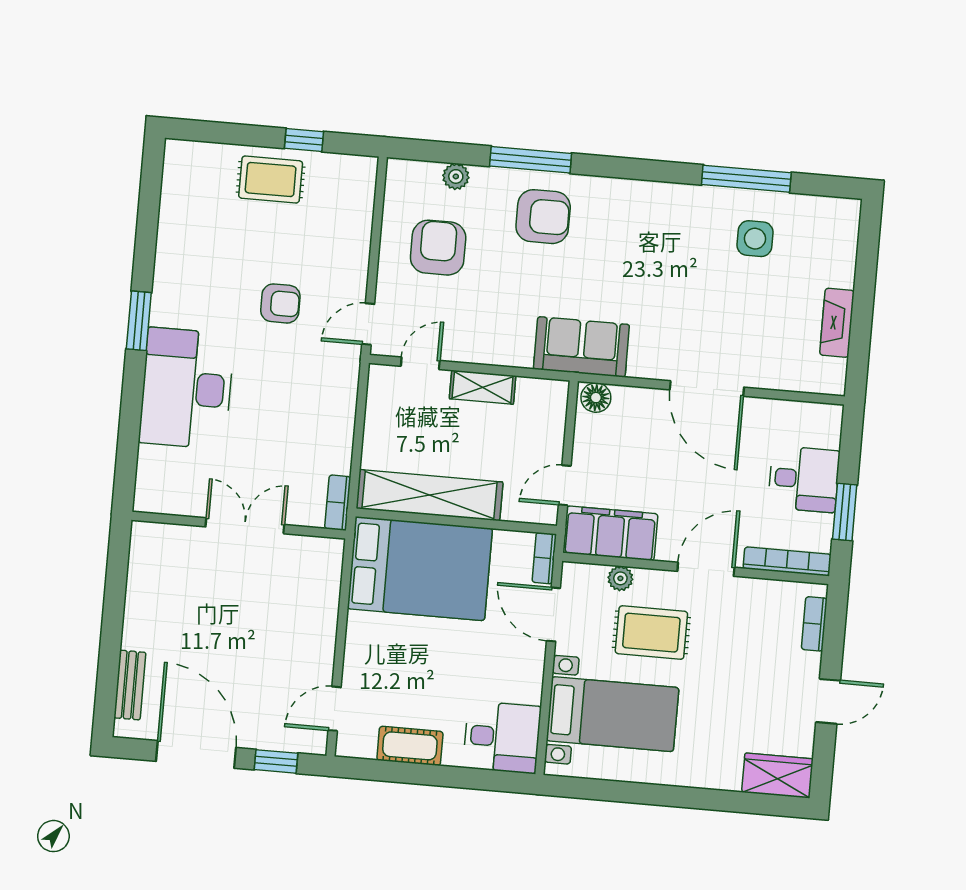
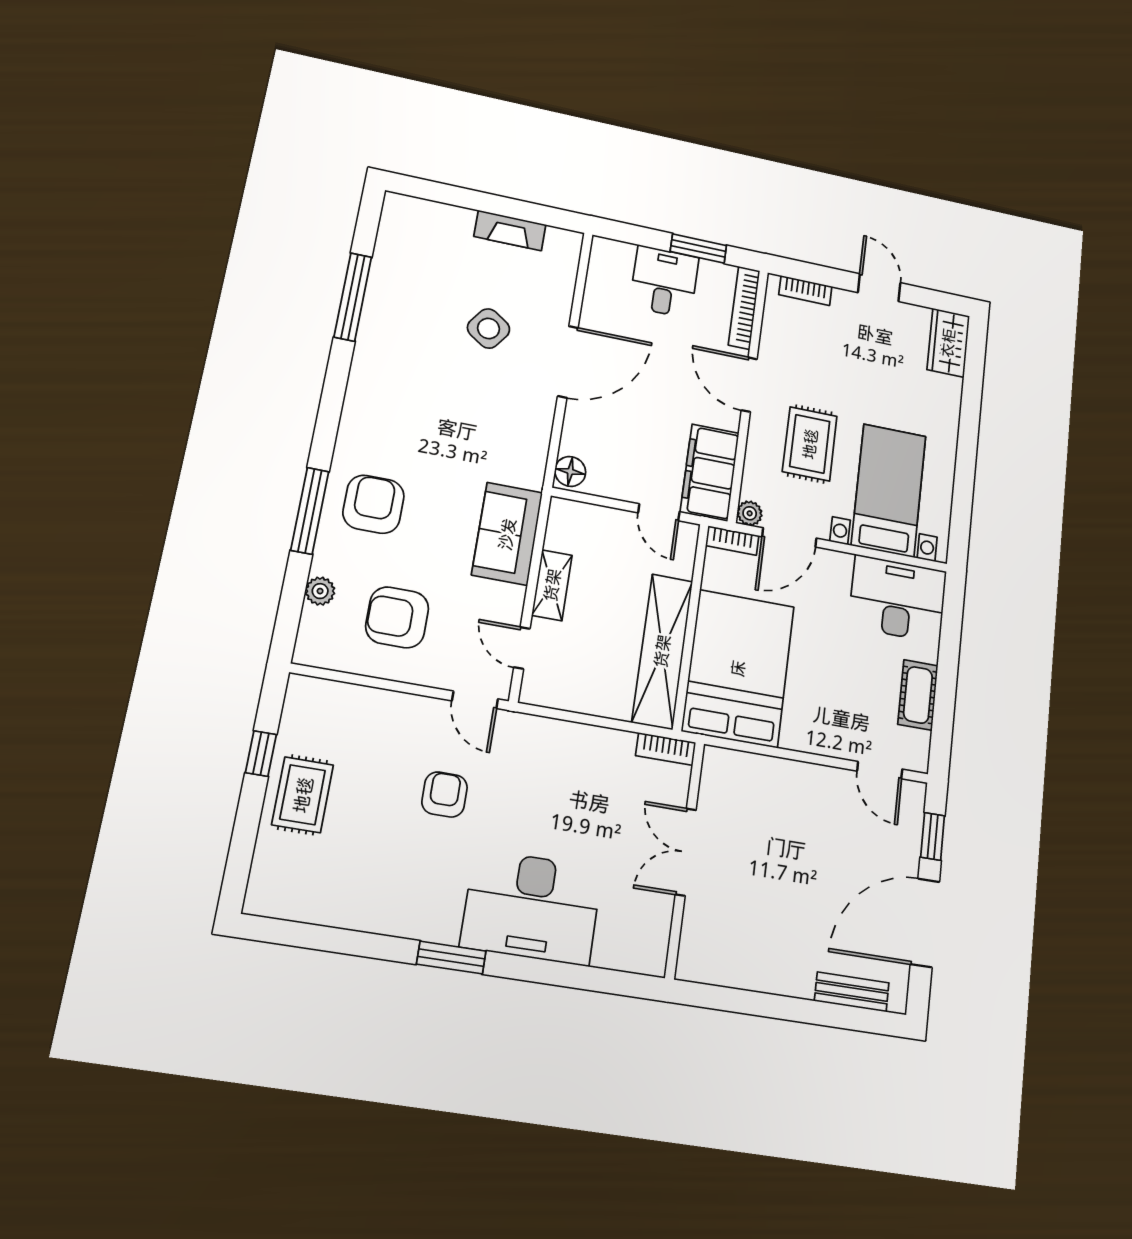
side table: (755, 239) -> (489, 328), moved, turned 35
sofa: (581, 347) -> (507, 534), moved
plant: (620, 578) -> (750, 513), moved
desk: (502, 737) -> (898, 599), width x1.37

